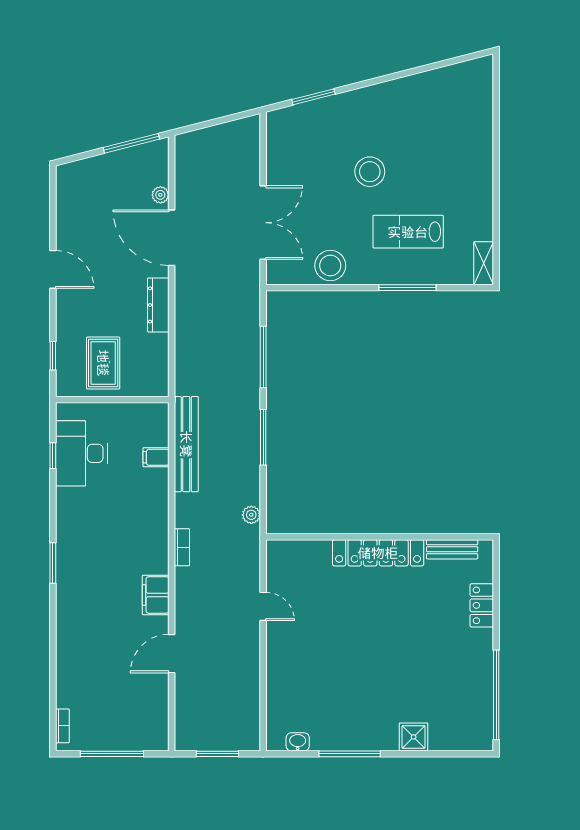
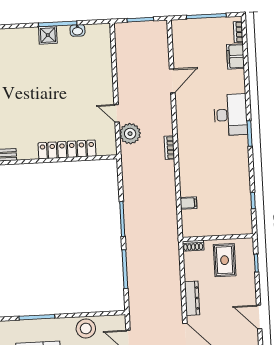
shoe rack: (152, 389) -> (193, 246), added
bench: (186, 444) -> (170, 212), removed
desk: (81, 453) -> (231, 115), moved
plant: (251, 515) -> (130, 134), moved, width x1.88, depth x1.88
locker: (378, 553) -> (67, 149), moved
filing cabinet: (156, 595) -> (235, 56), moved, turned 180
shower: (414, 737) -> (48, 35), moved
washbasin: (298, 742) -> (77, 30), moved

